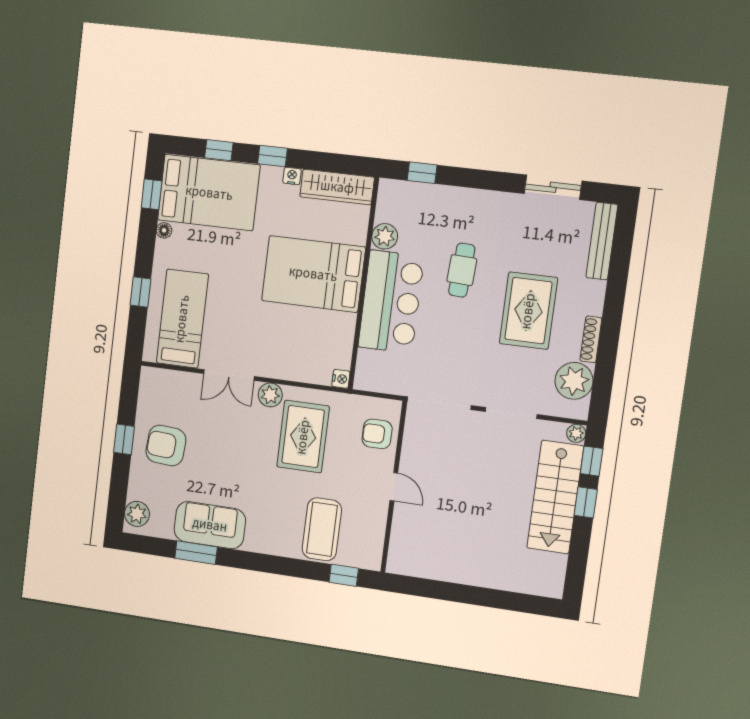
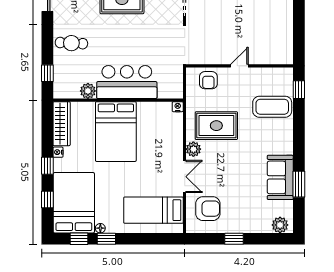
cafe table: (462, 270) -> (71, 43), moved
window: (141, 292) -> (106, 239), moved
armchair: (166, 445) -> (208, 209), moved, turned -94

